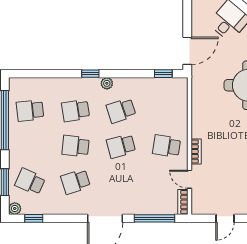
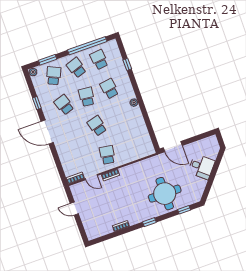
window: (90, 74) -> (127, 64), moved
window: (163, 74) -> (153, 136), removed
school desk: (121, 111) -> (76, 68), moved
door: (190, 179) -> (91, 177), swing flipped
window: (34, 218) -> (37, 103), moved
window: (154, 218) -> (58, 164), removed

